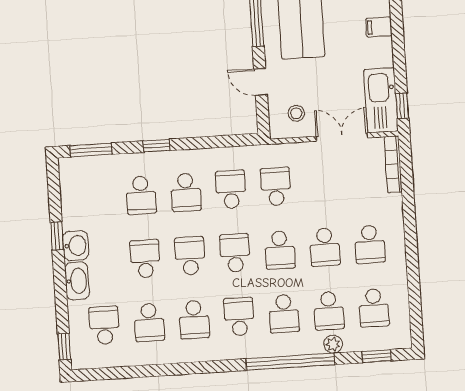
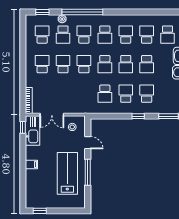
school desk: (276, 186) -> (84, 94), removed
school desk: (329, 311) -> (63, 35), turned 180

